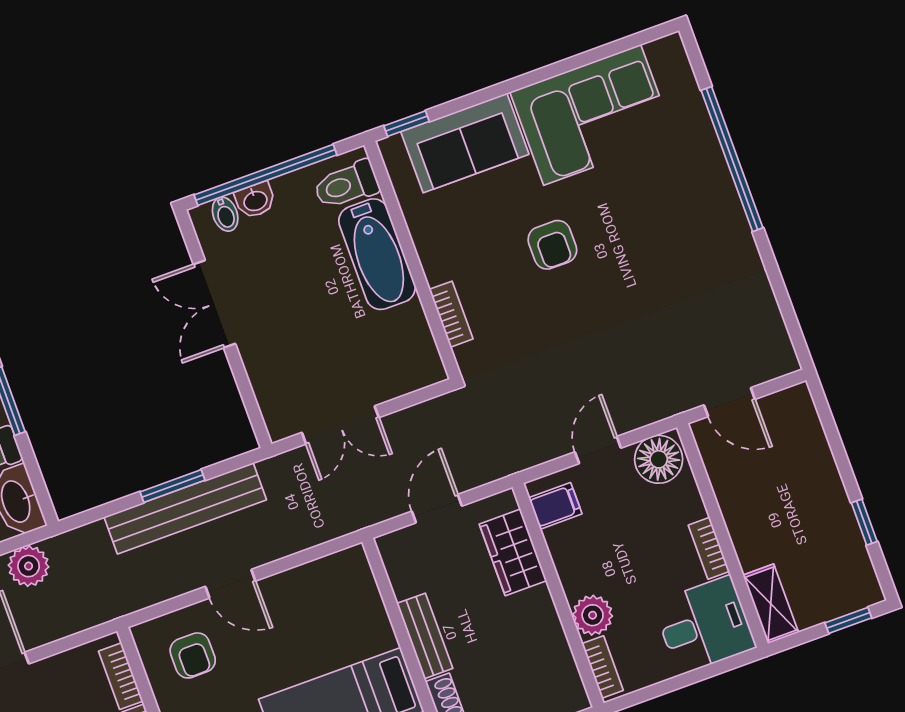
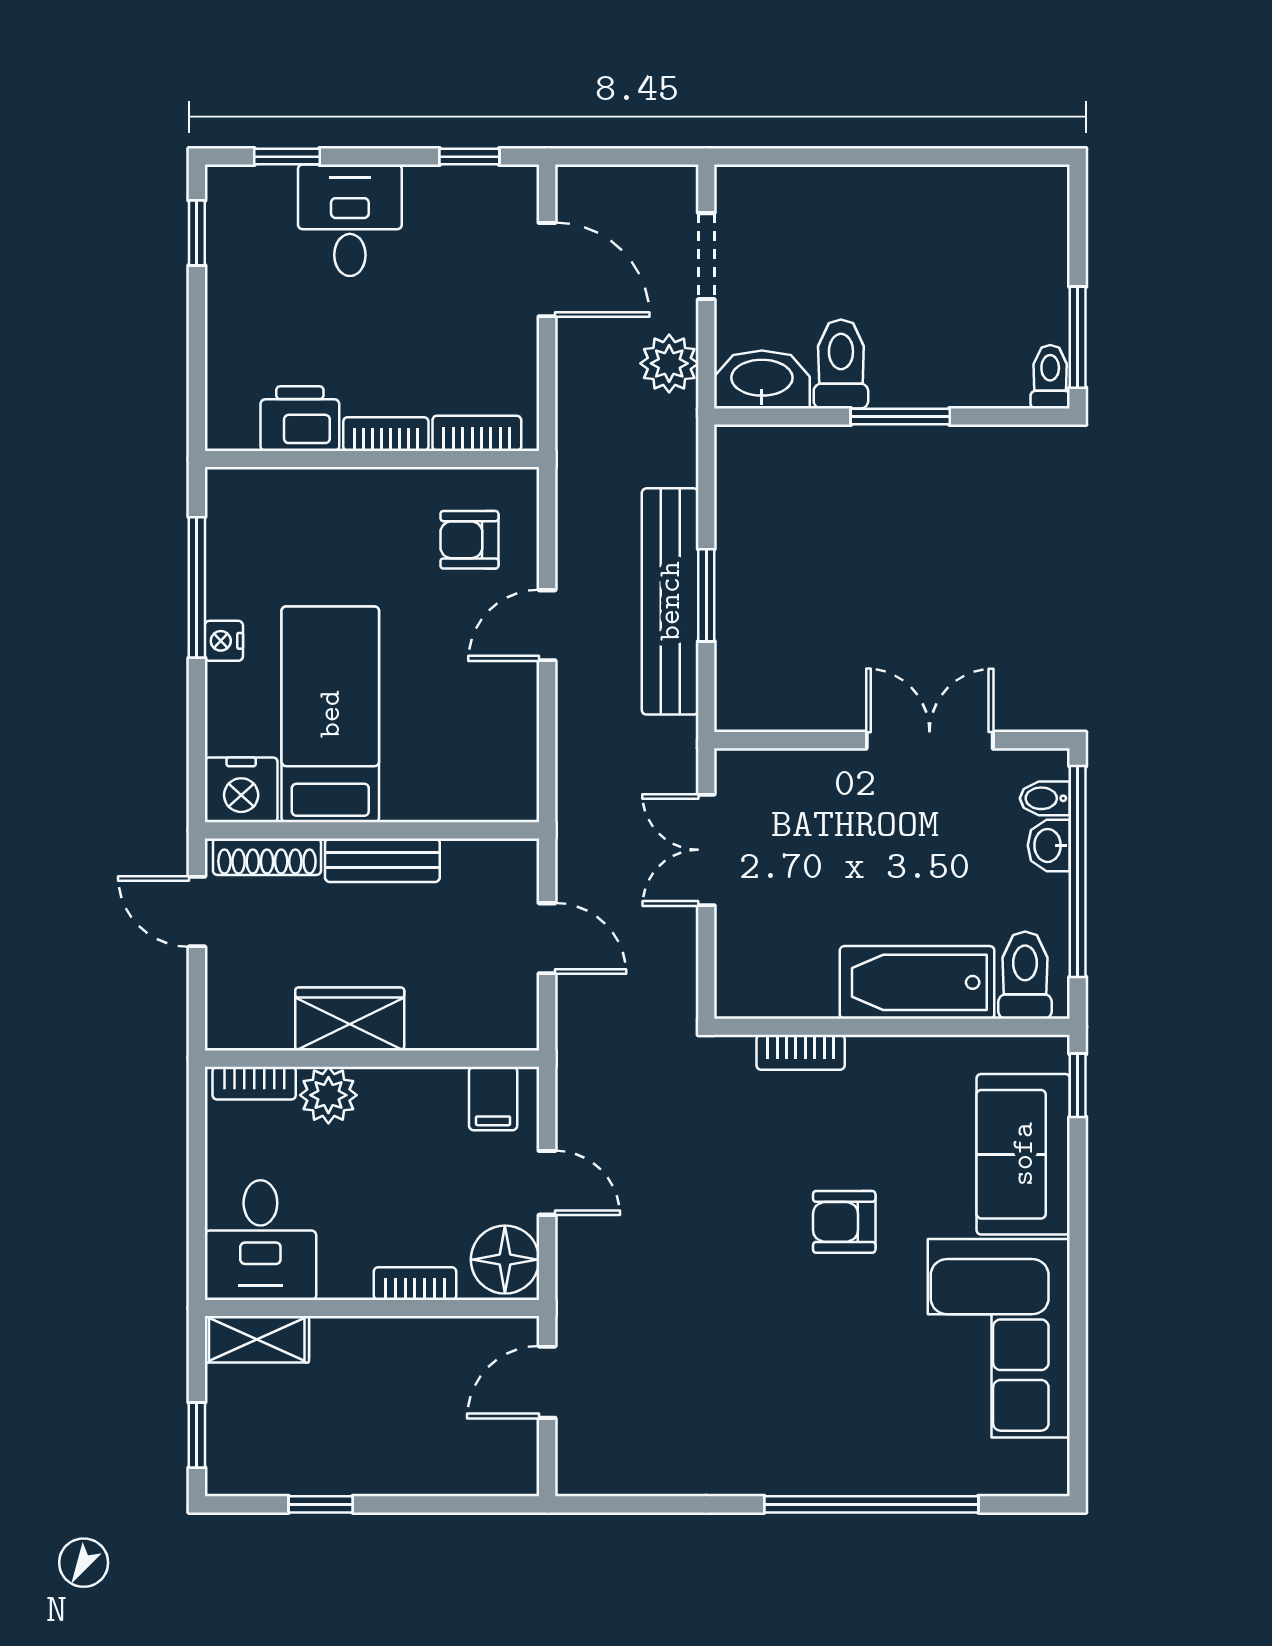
bookcase: (709, 548) -> (415, 1284), moved
wardrobe: (513, 552) -> (350, 1019), moved

